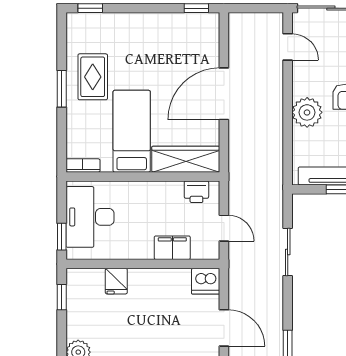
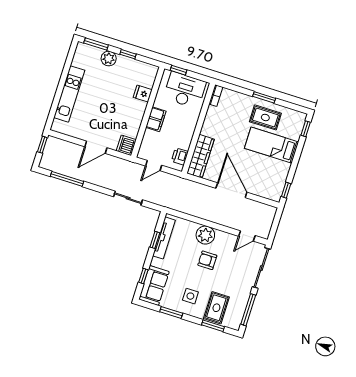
bed: (132, 131) -> (272, 145), moved, turned 180
filing cabinet: (172, 248) -> (156, 119), moved
window: (62, 297) -> (128, 54), moved

